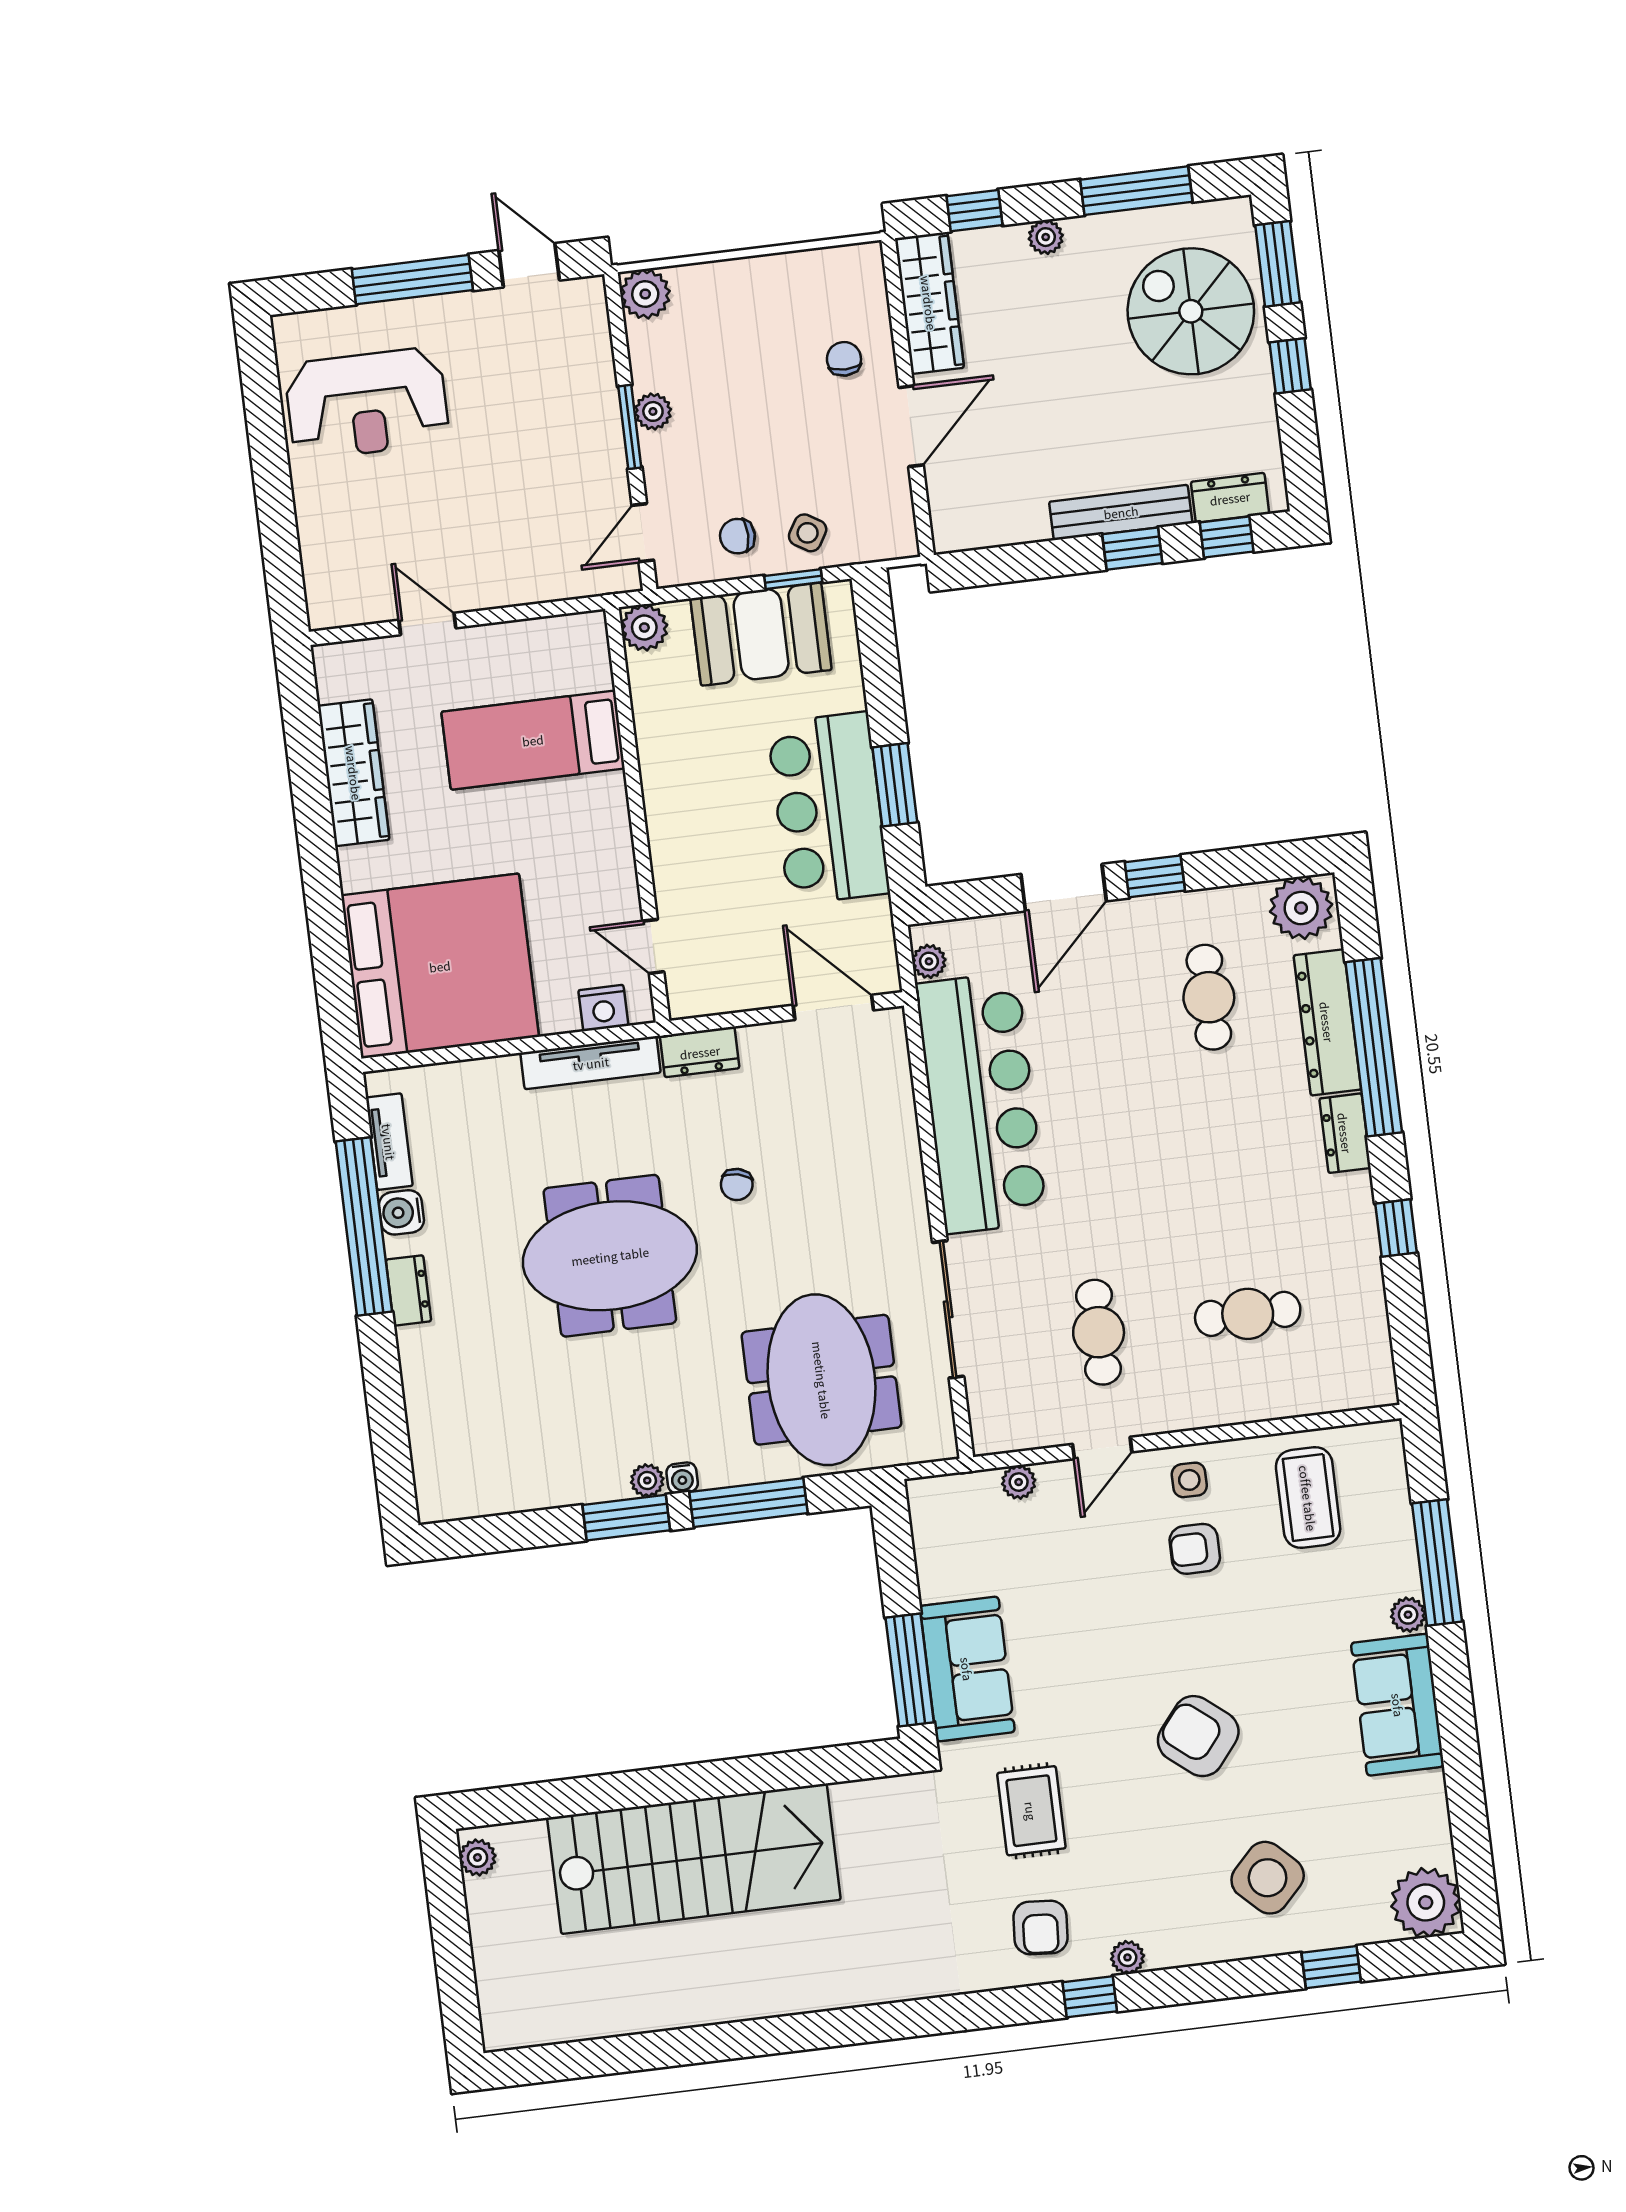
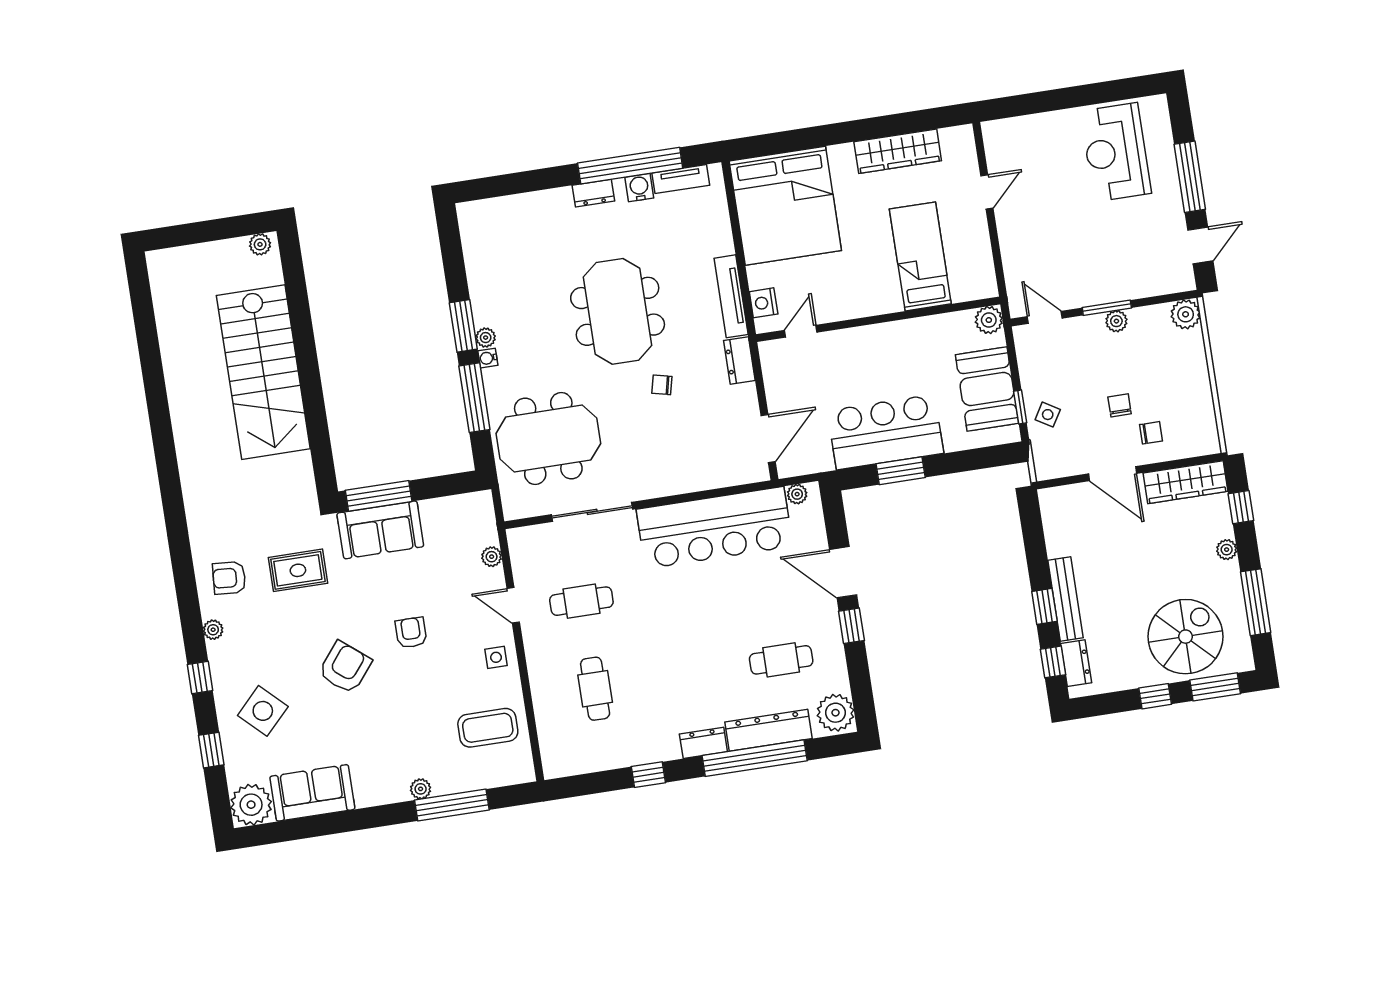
chair: (737, 536) -> (1120, 405), moved
armchair: (1195, 1549) -> (411, 633), moved
sofa: (1398, 1705) -> (312, 793), moved
window: (1090, 1997) -> (200, 677), moved

